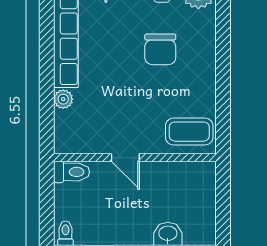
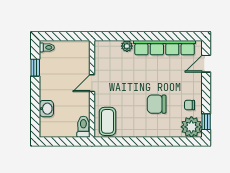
toilet: (72, 172) -> (83, 127), moved, turned 180

